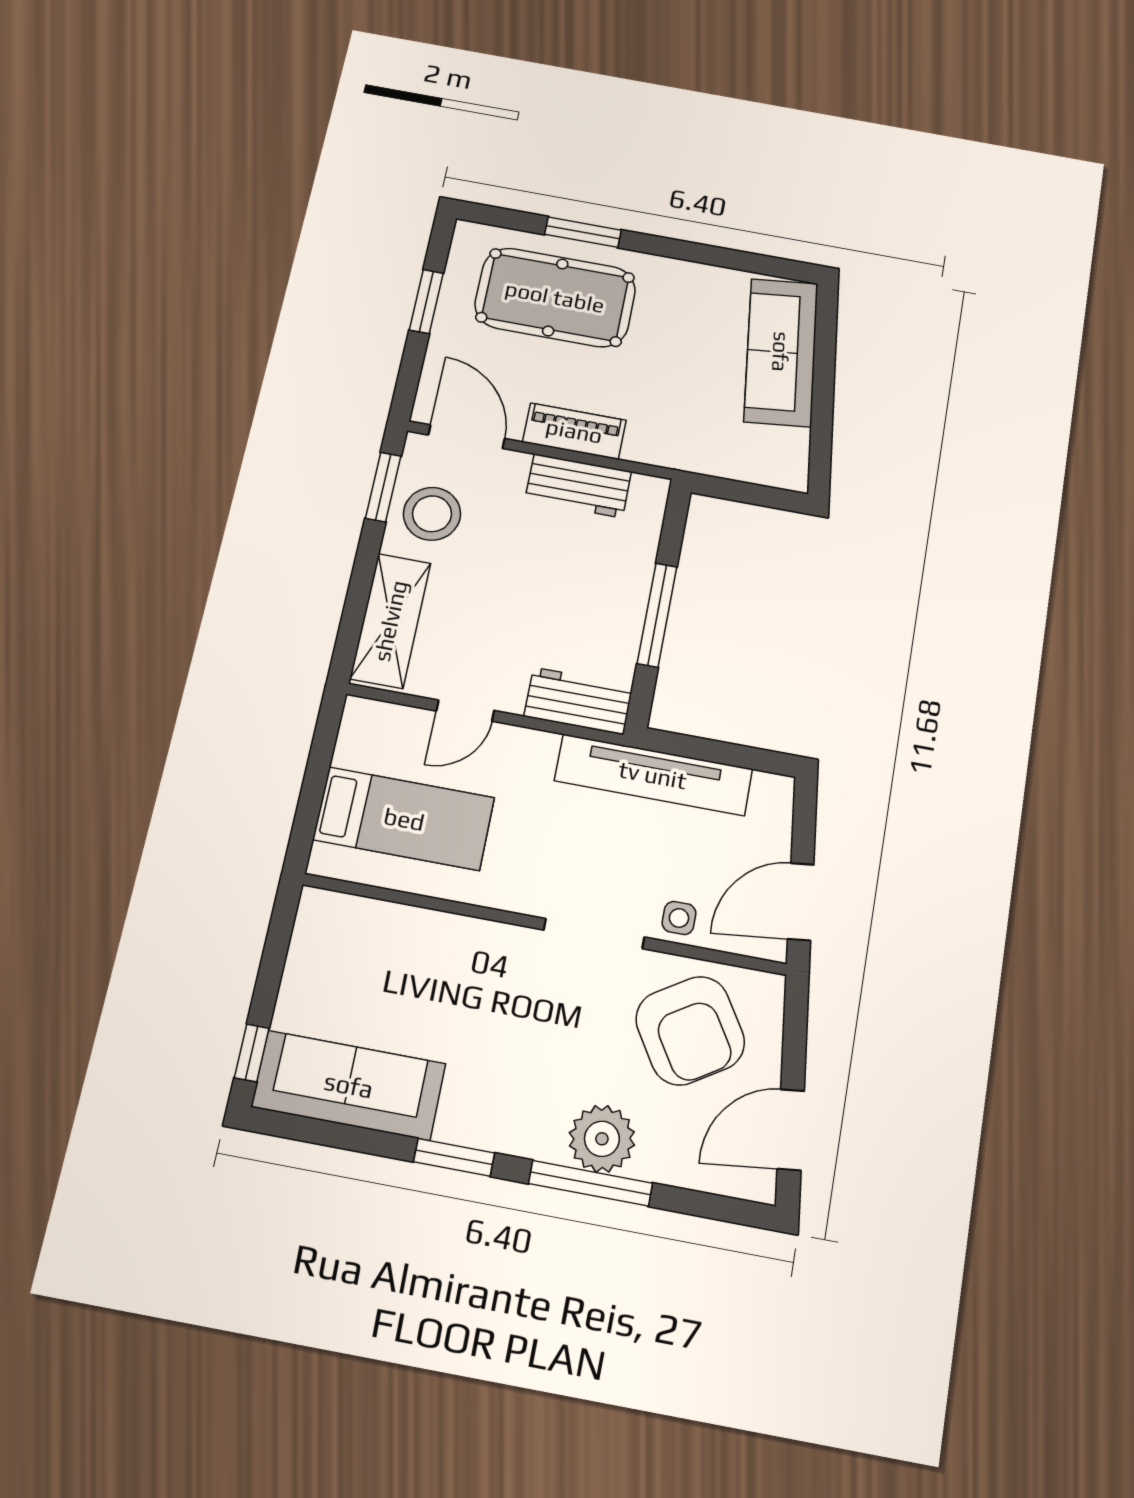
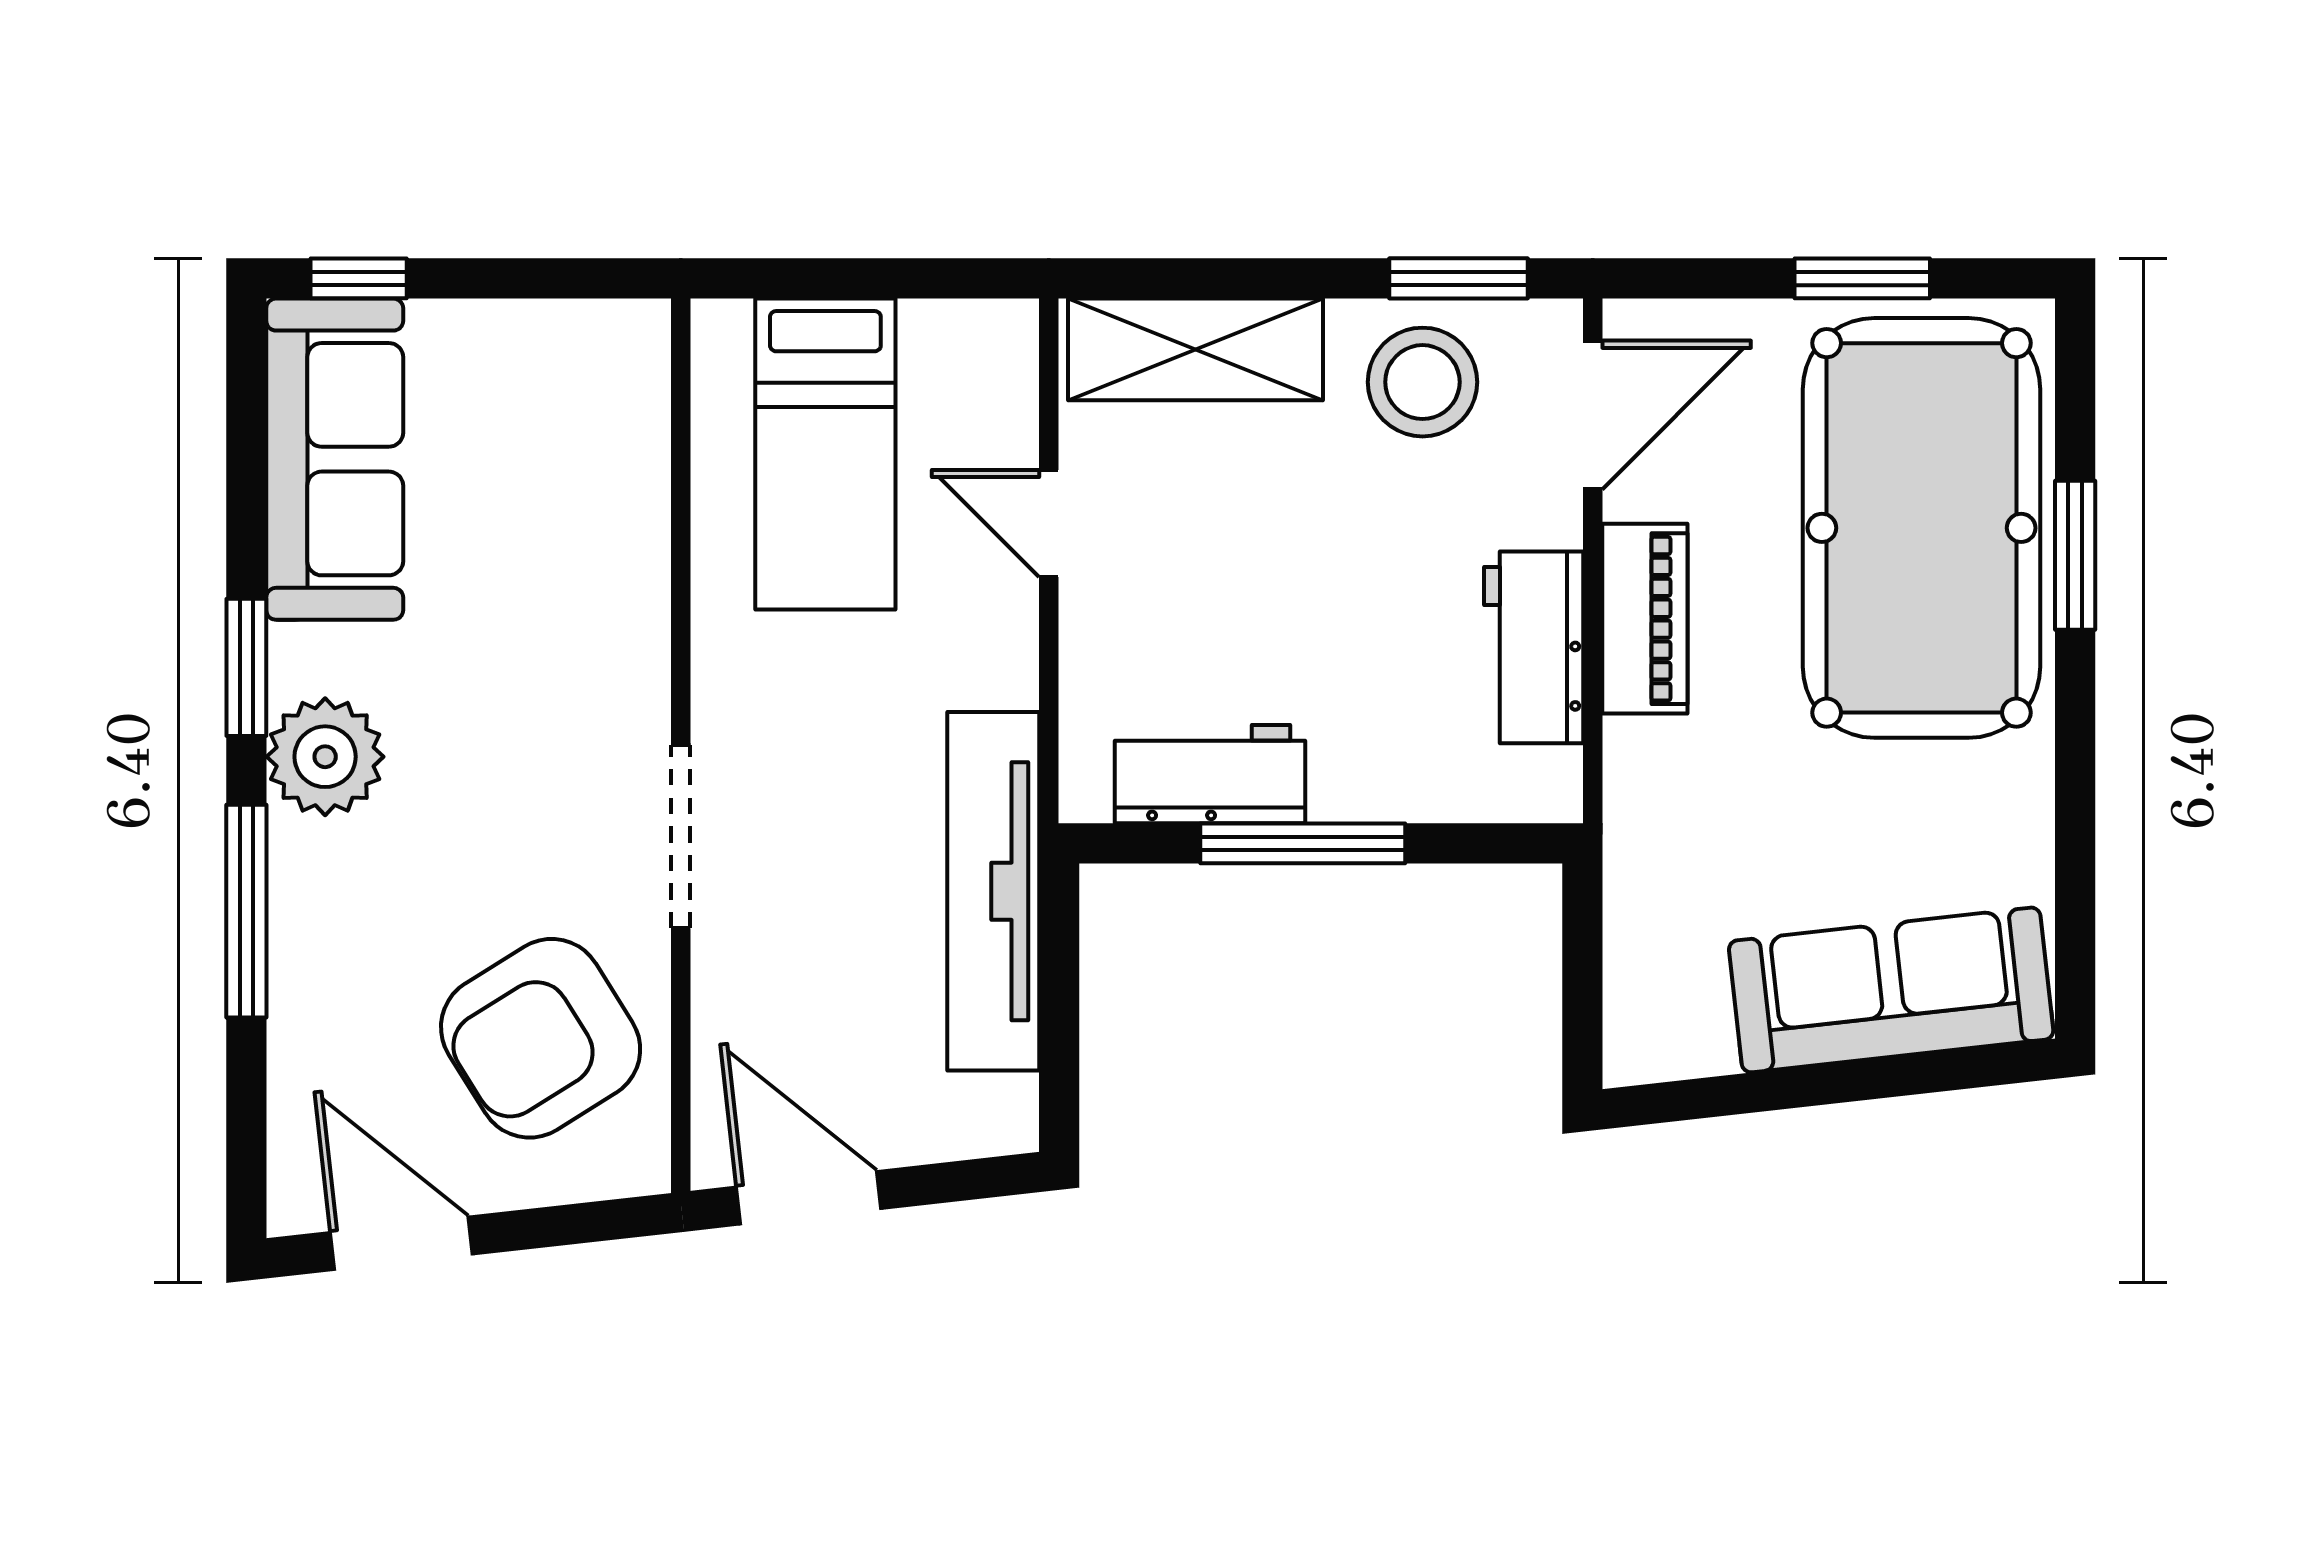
pool table: (555, 297) -> (1922, 528), width x1.36, depth x1.32
workbench: (579, 701) -> (1210, 774), moved, turned -90
side table: (679, 918) -> (738, 984), removed
plant: (602, 1139) -> (325, 757), moved

